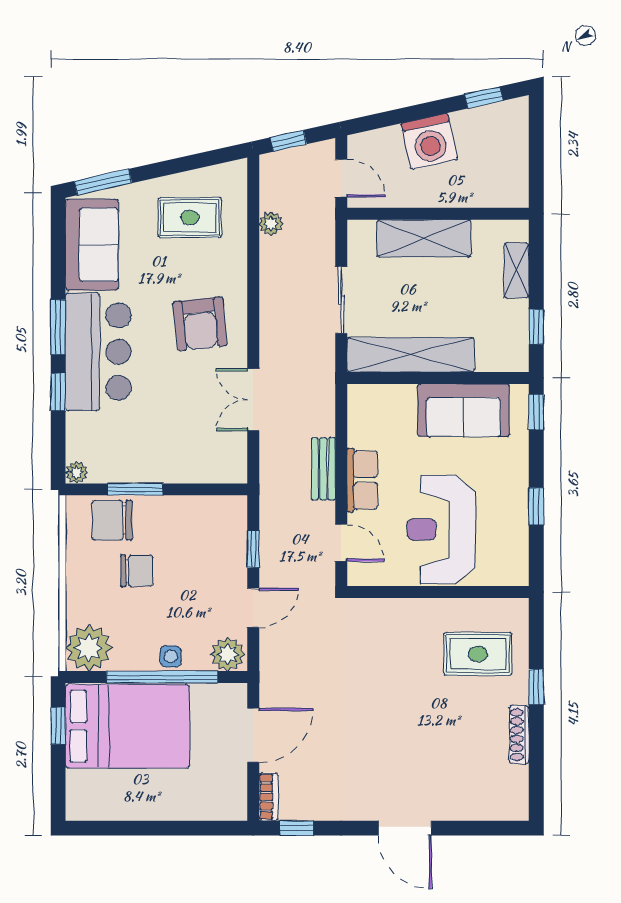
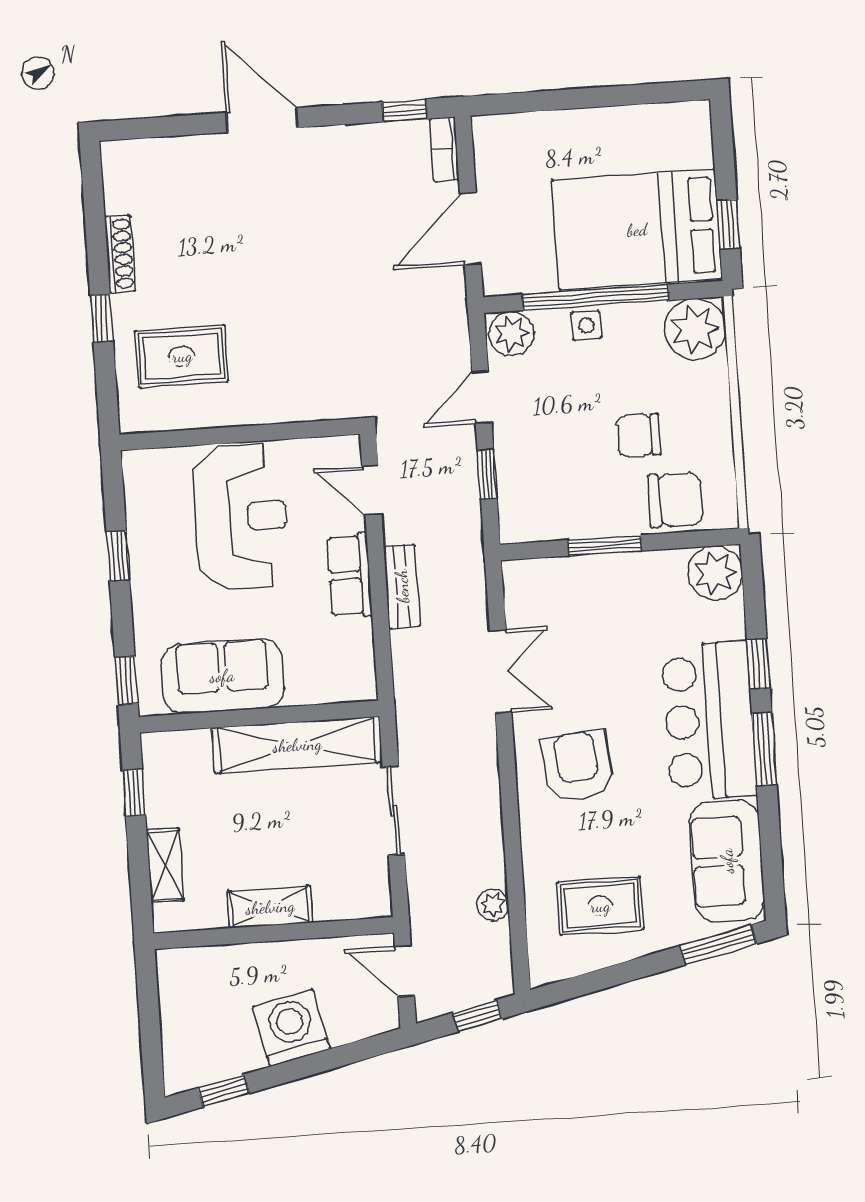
shelving: (424, 238) -> (270, 907), width x0.67, depth x0.75
plant: (76, 472) -> (715, 573), width x1.88, depth x1.88
window: (135, 489) -> (605, 545), moved

